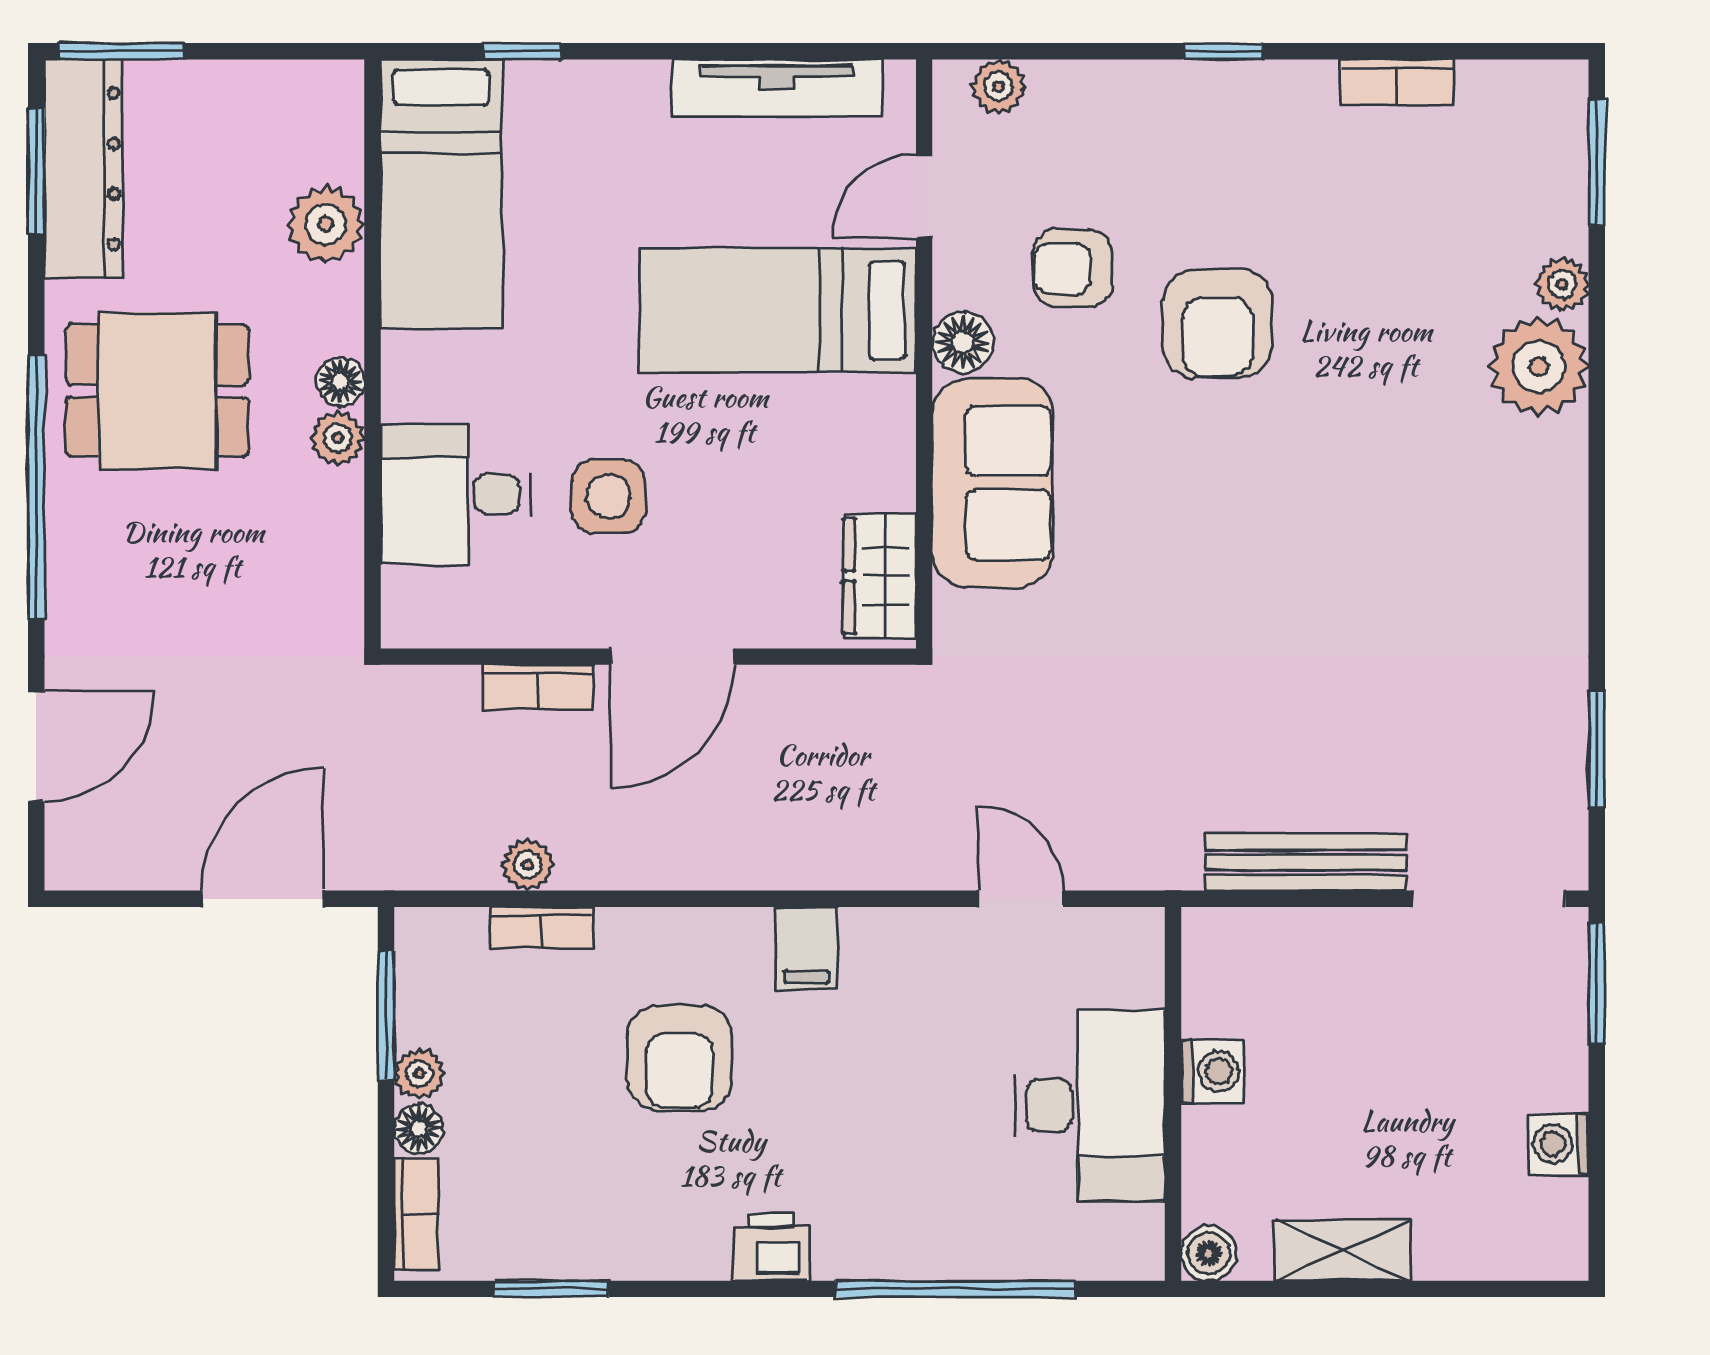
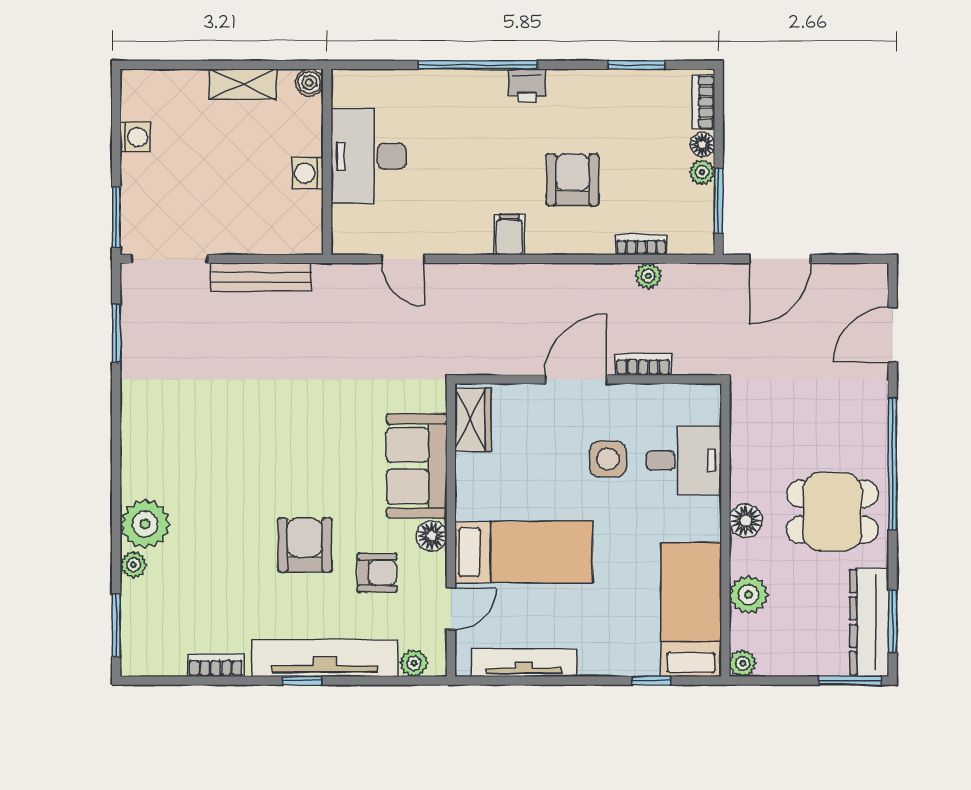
tv unit: (1178, 97) -> (325, 658), added
floor lamp: (340, 382) -> (746, 521), width x1.37, depth x1.37
plant: (338, 438) -> (743, 663), moved
window: (955, 1289) -> (478, 65), moved

